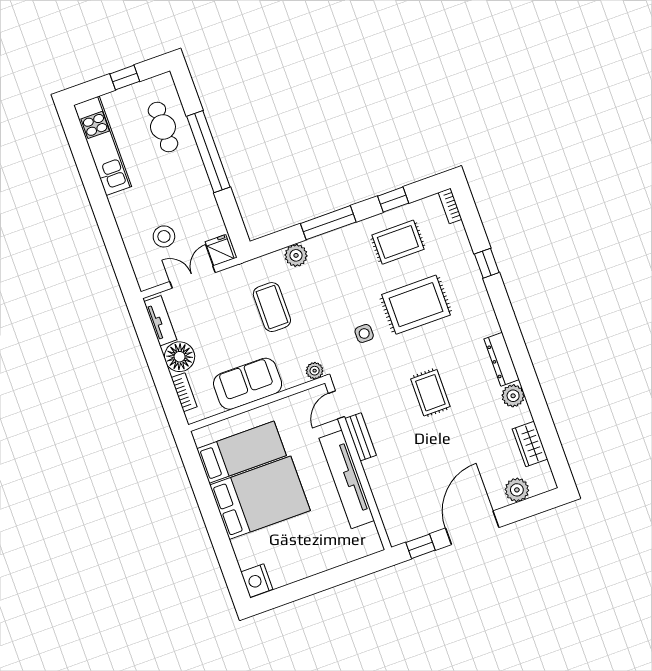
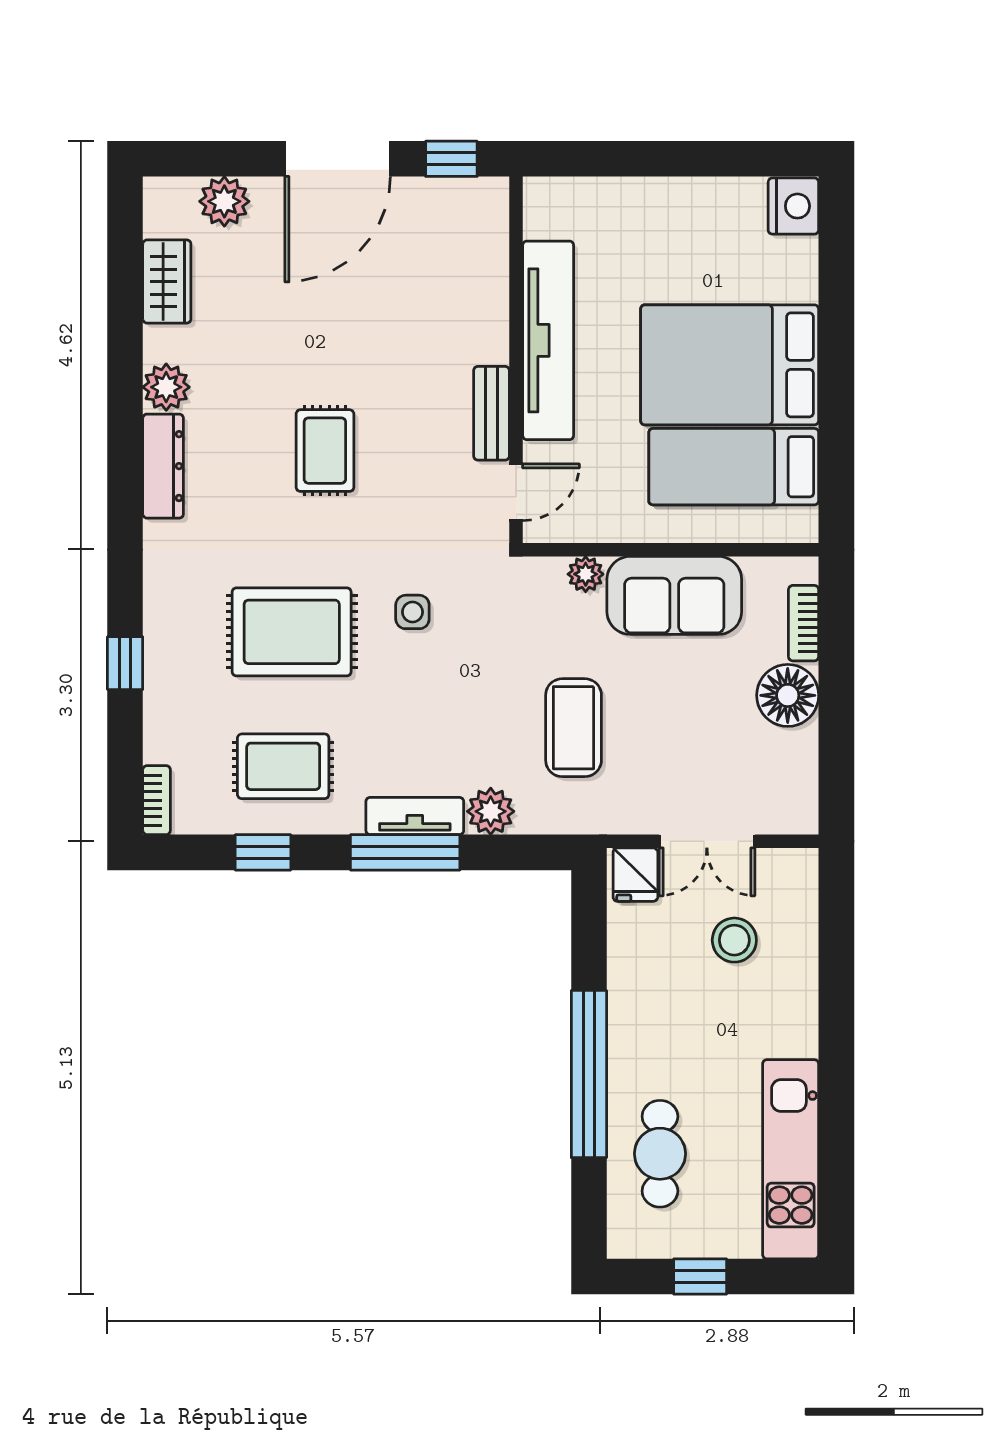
tv unit: (160, 321) -> (415, 816), moved, turned 90
plant: (315, 371) -> (586, 574), moved

